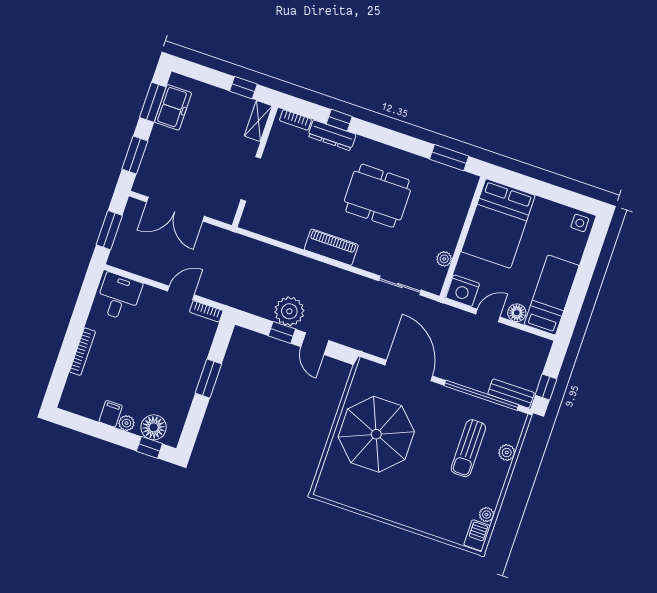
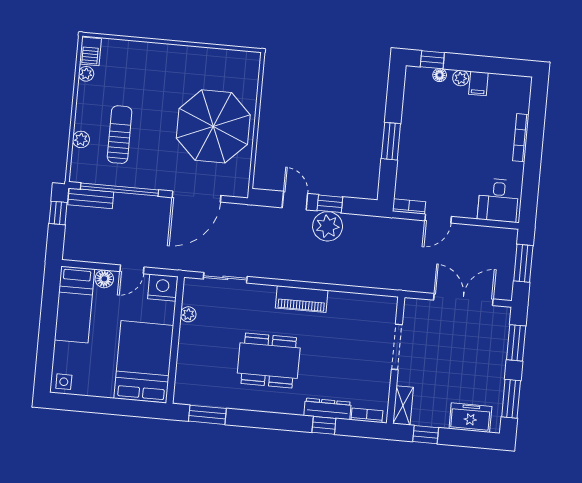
freezer: (173, 107) -> (470, 418), moved, turned 90
door: (409, 371) -> (196, 197), hinge flipped
floor lamp: (154, 427) -> (440, 75), width x0.53, depth x0.53

